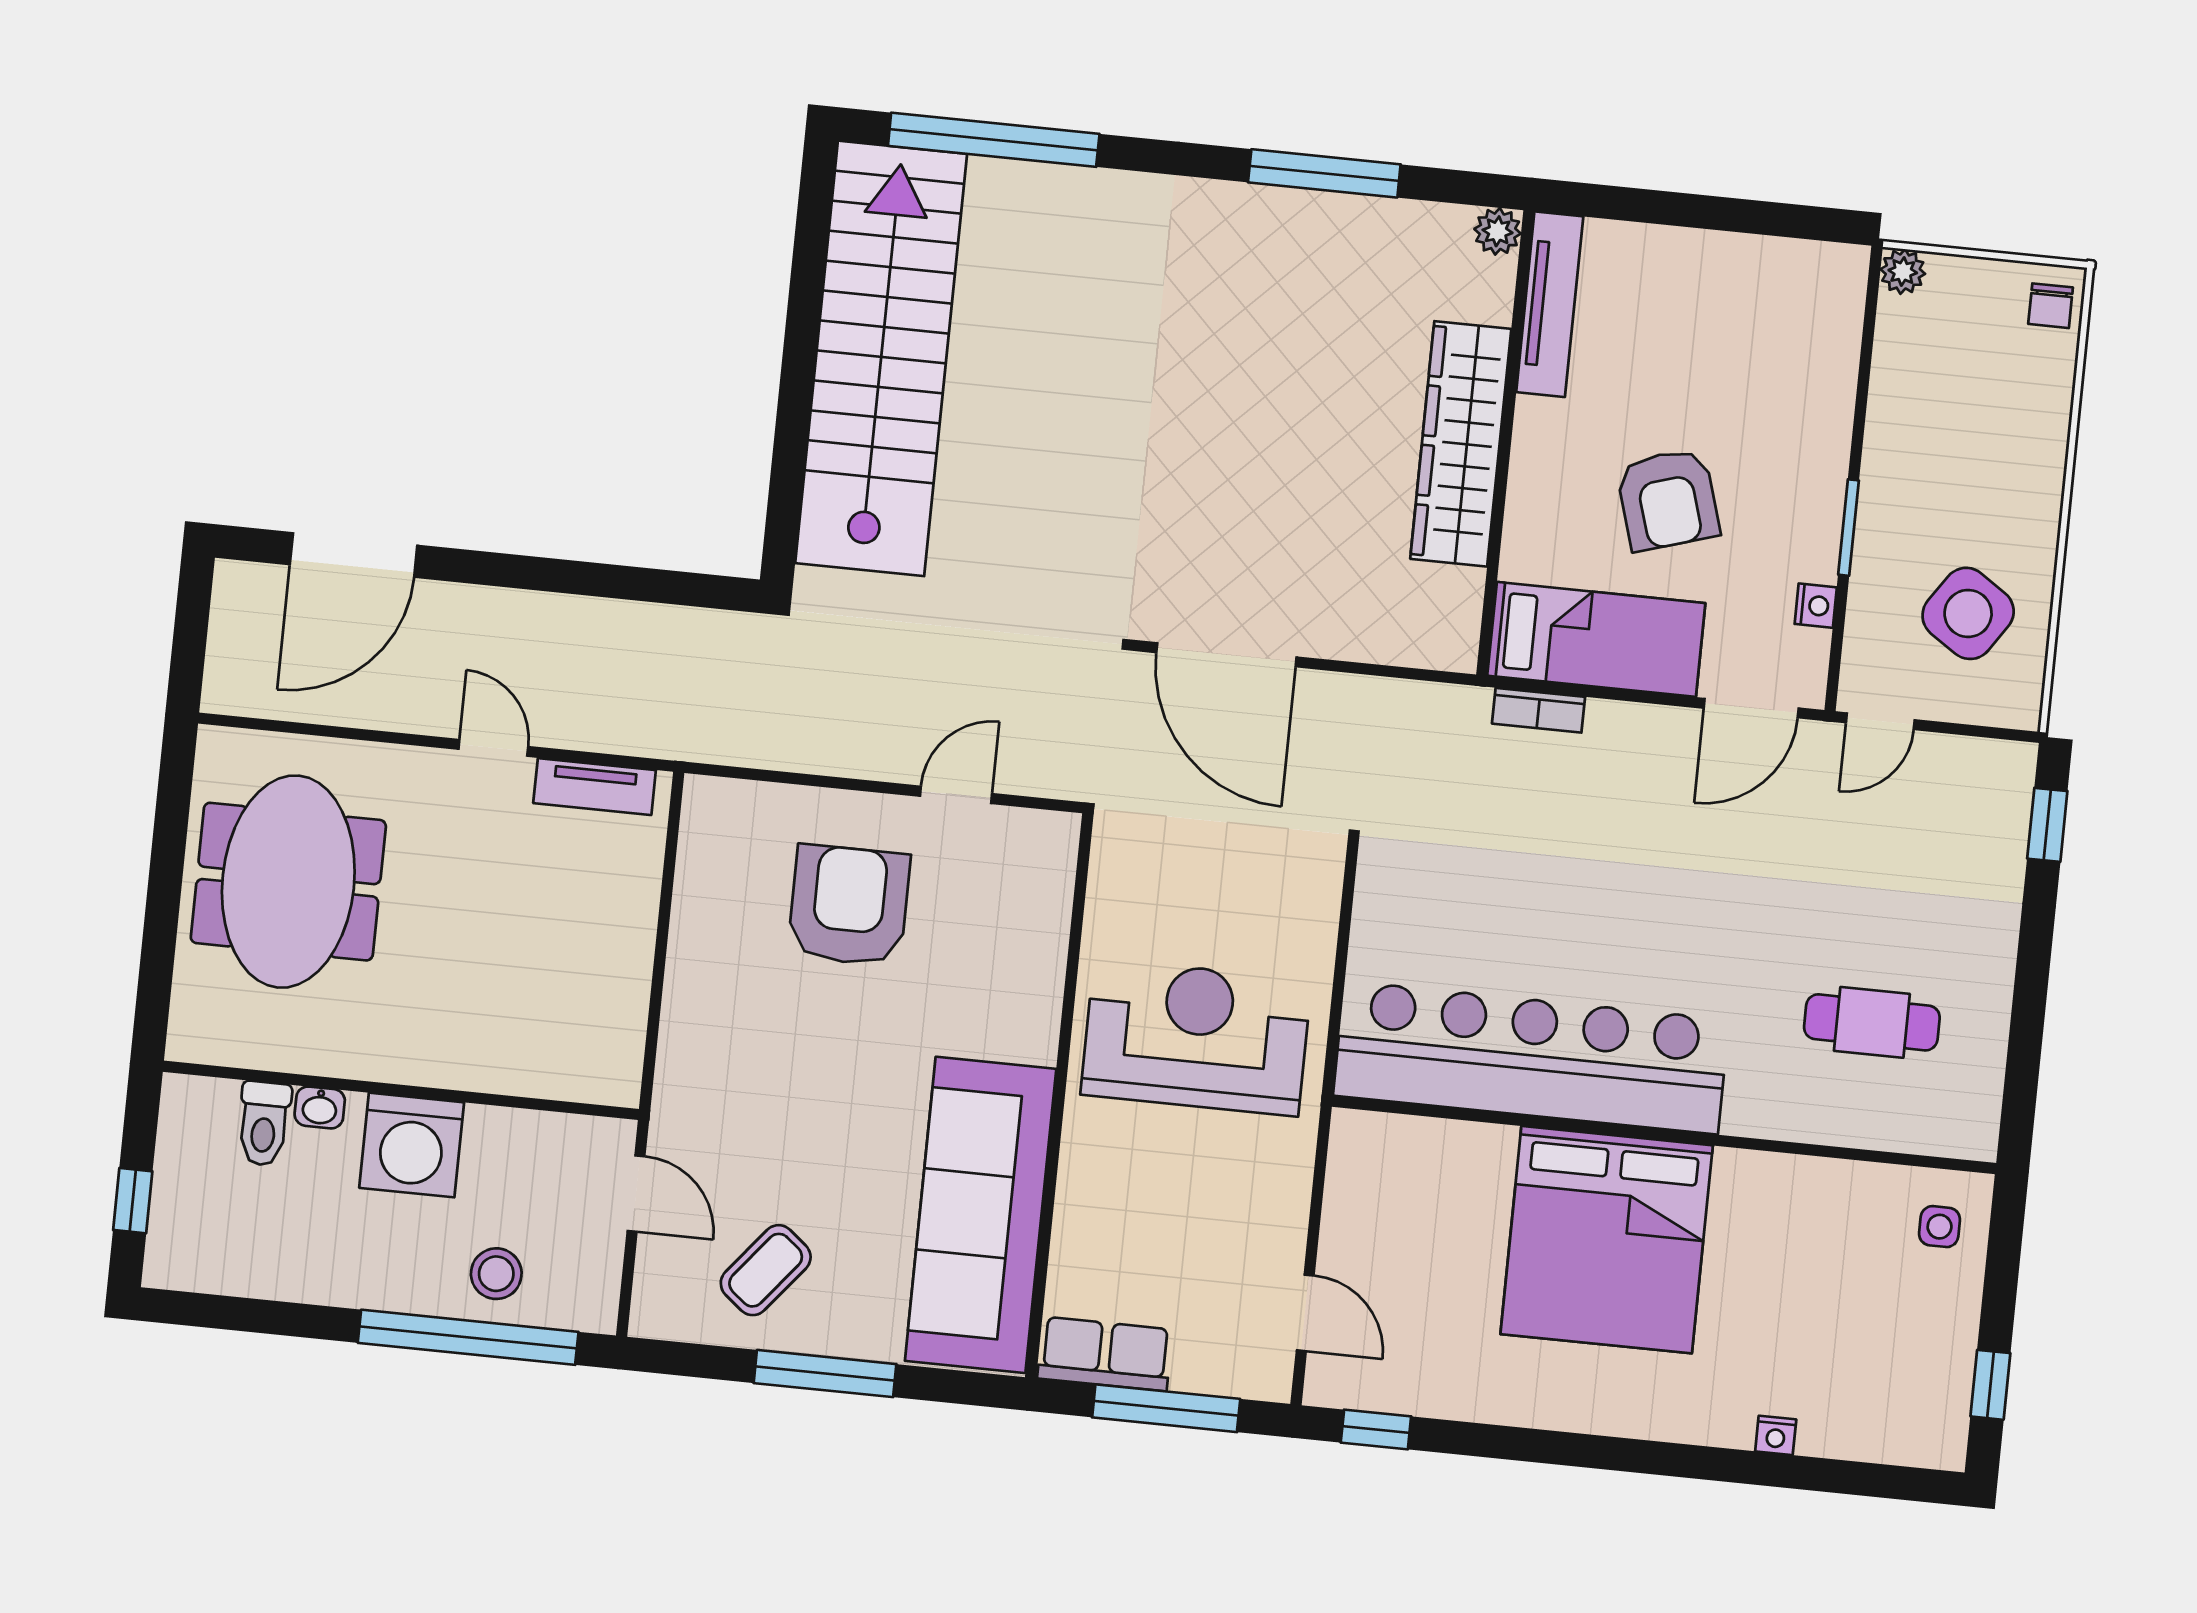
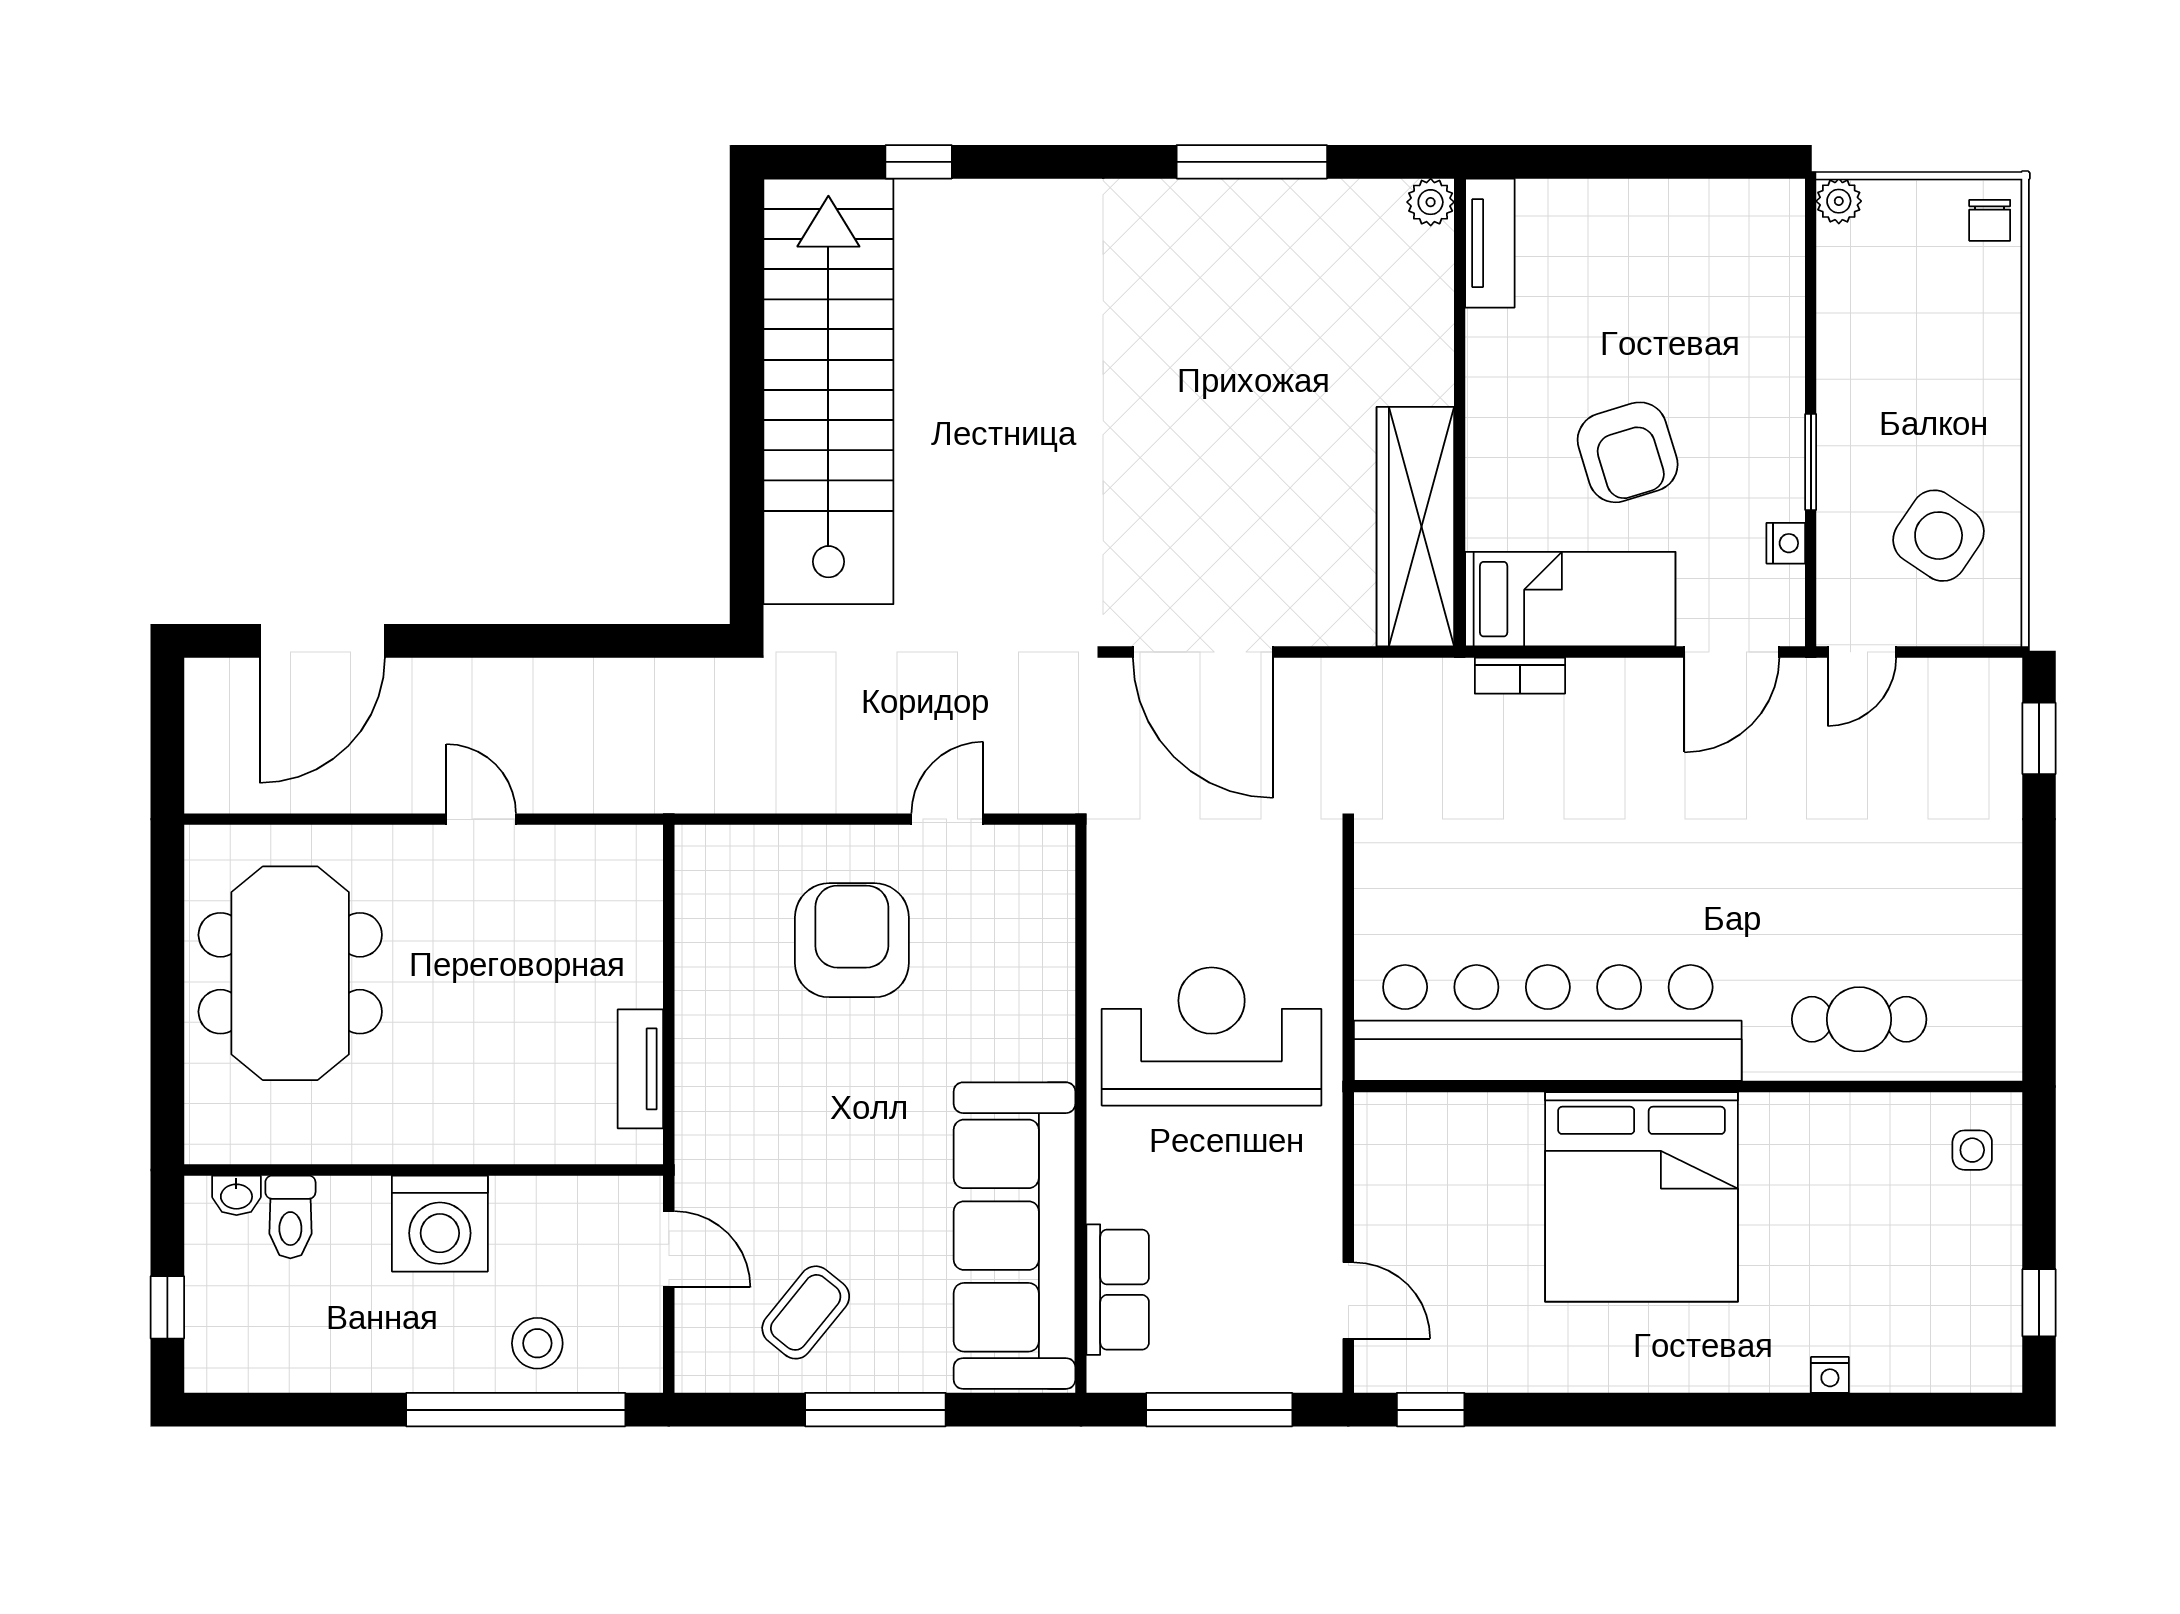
window: (994, 140) -> (919, 162), width x0.32
tv unit: (1550, 304) -> (1490, 243), width x0.71
wardrobe: (1461, 444) -> (1415, 527), moved
tv unit: (595, 787) -> (640, 1069), moved, turned 90
cafe table: (1872, 1022) -> (1859, 1019), moved
washbasin: (320, 1107) -> (236, 1195), moved
row of seats: (1105, 1354) -> (1118, 1290), moved, turned 90

